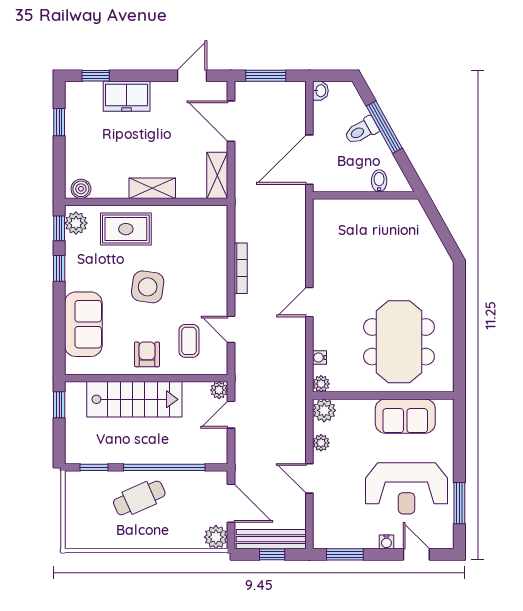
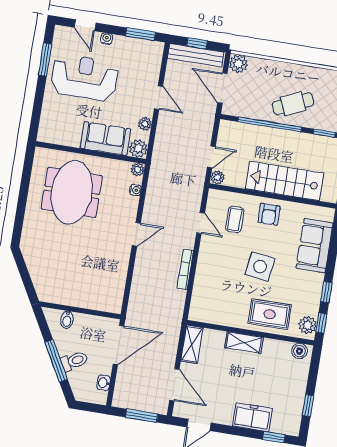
washbasin: (320, 91) -> (104, 383), moved
sofa: (405, 416) -> (105, 139), moved

